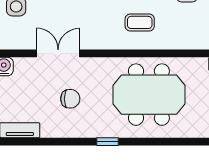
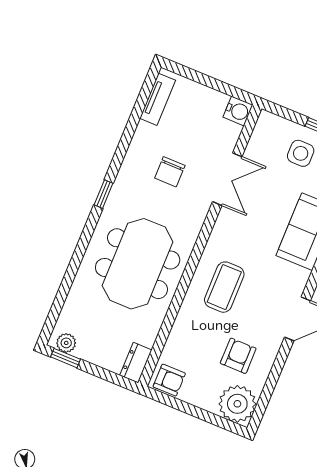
coffee table: (140, 22) -> (224, 287), width x1.36, depth x1.30

